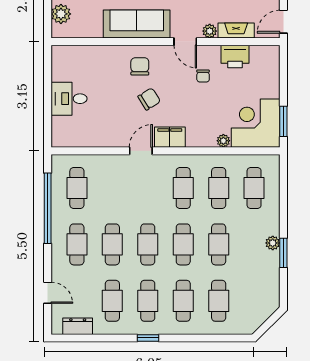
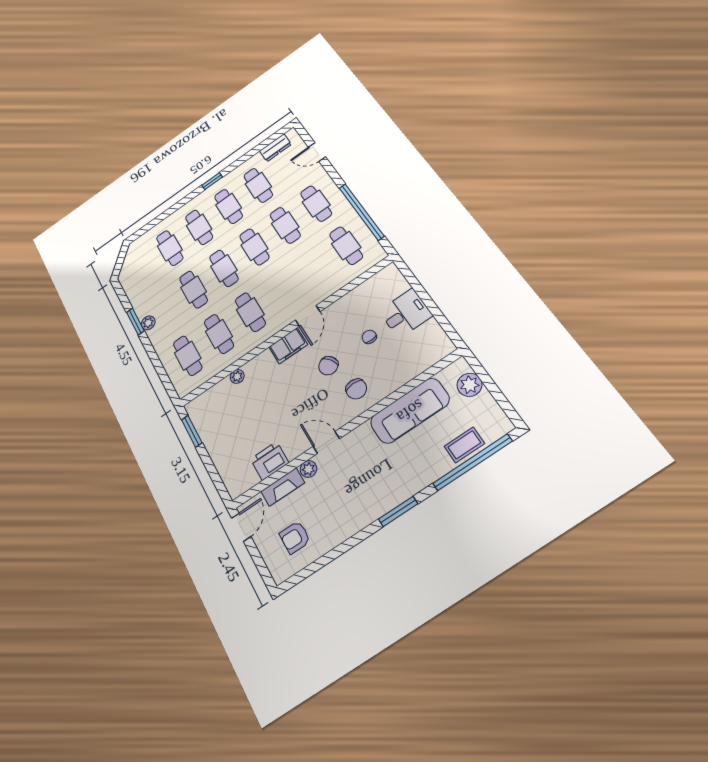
sofa: (137, 24) -> (410, 411), moved
chair: (203, 76) -> (369, 337), moved
corner desk: (256, 123) -> (216, 412), removed

